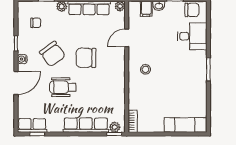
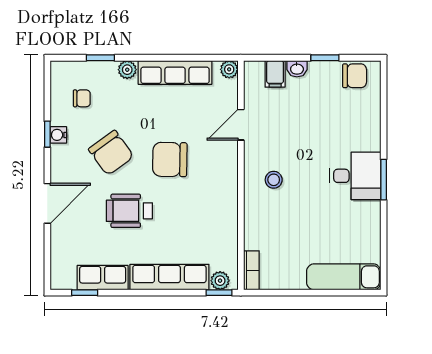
desk: (192, 36) -> (355, 176), moved
water cooler: (22, 59) -> (58, 135), moved
row of seats: (32, 125) -> (103, 278), moved

